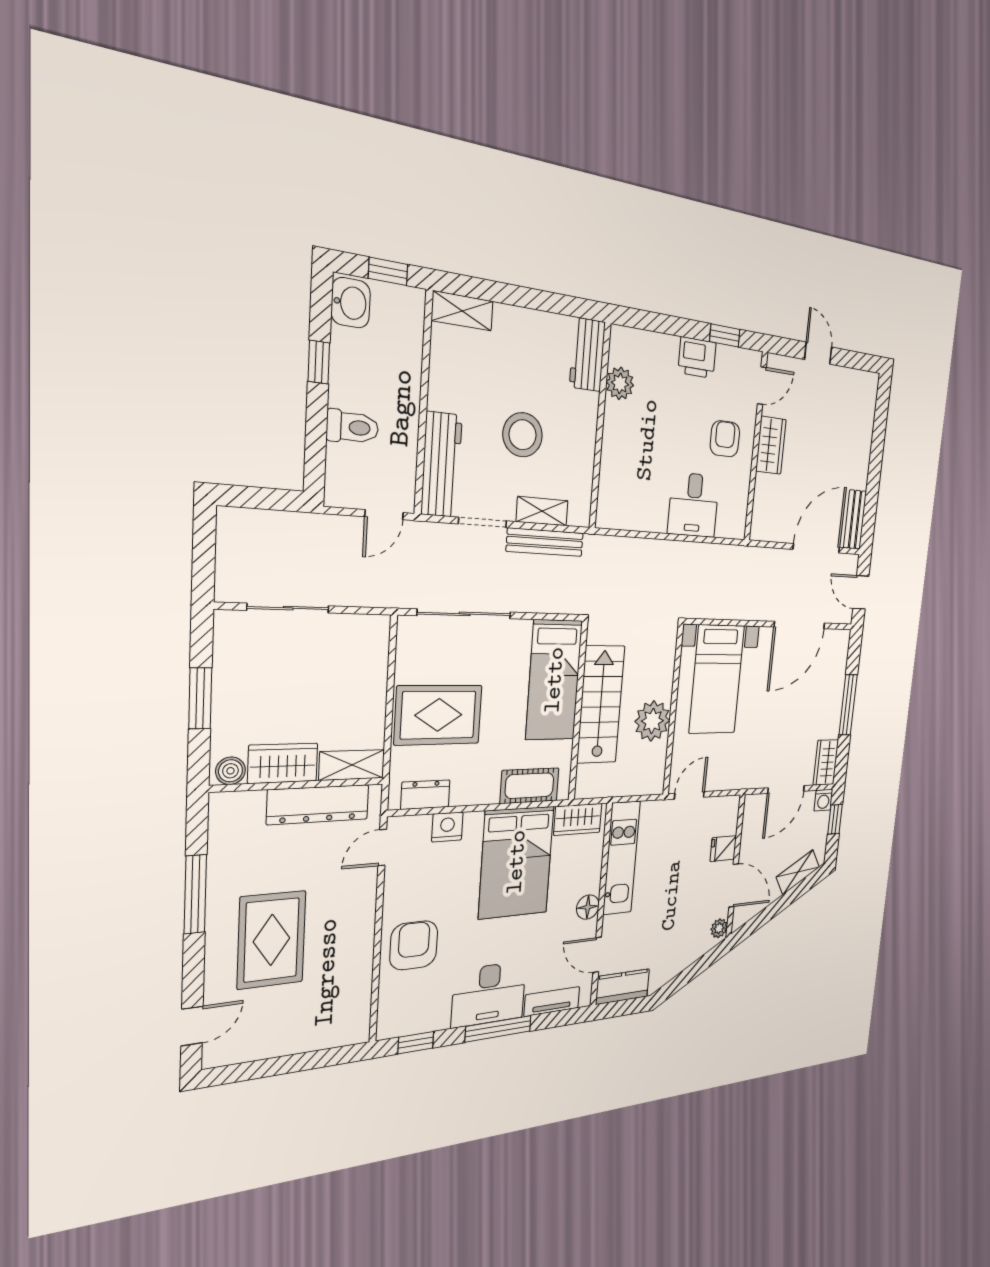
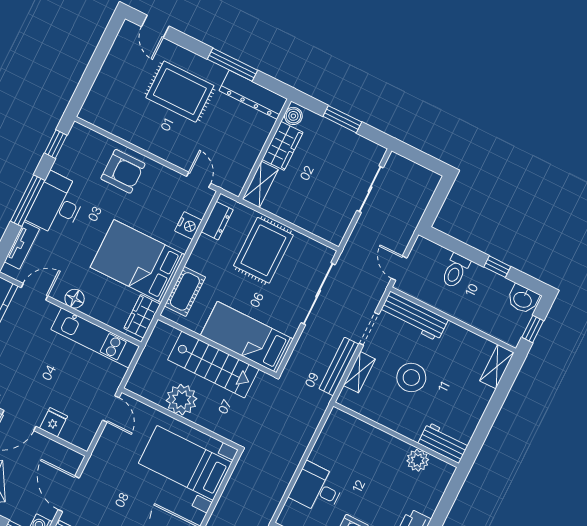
dresser: (318, 805) -> (253, 95), moved, turned -90

